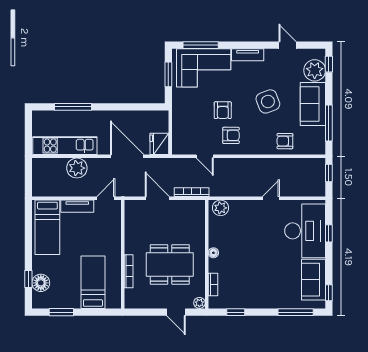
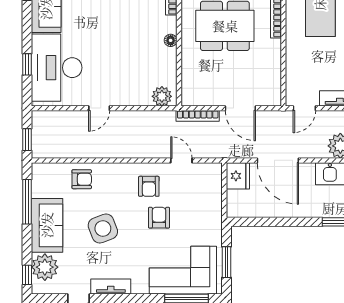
tv unit: (248, 55) -> (111, 287), moved
armchair: (231, 135) -> (149, 186), turned -90

